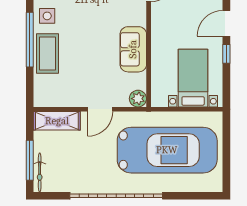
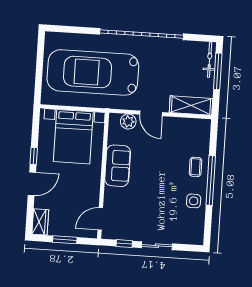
coffee table: (47, 54) -> (195, 167), width x0.54, depth x0.58
bed with nightstands: (193, 78) -> (73, 137), width x1.36
plant: (138, 99) -> (128, 122), moved
door: (100, 109) -> (151, 113), swing flipped

